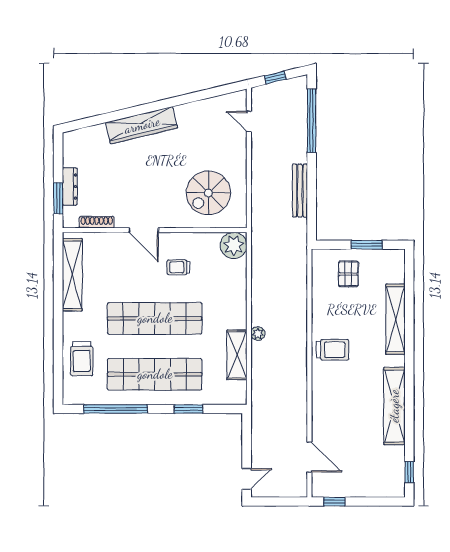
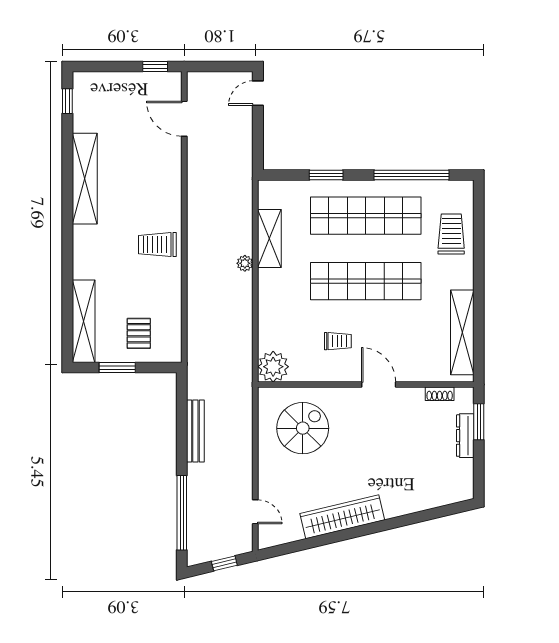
wardrobe: (142, 125) -> (342, 517), moved
shoe rack: (97, 222) -> (440, 394), width x0.70
shelving: (395, 319) -> (84, 321), moved

